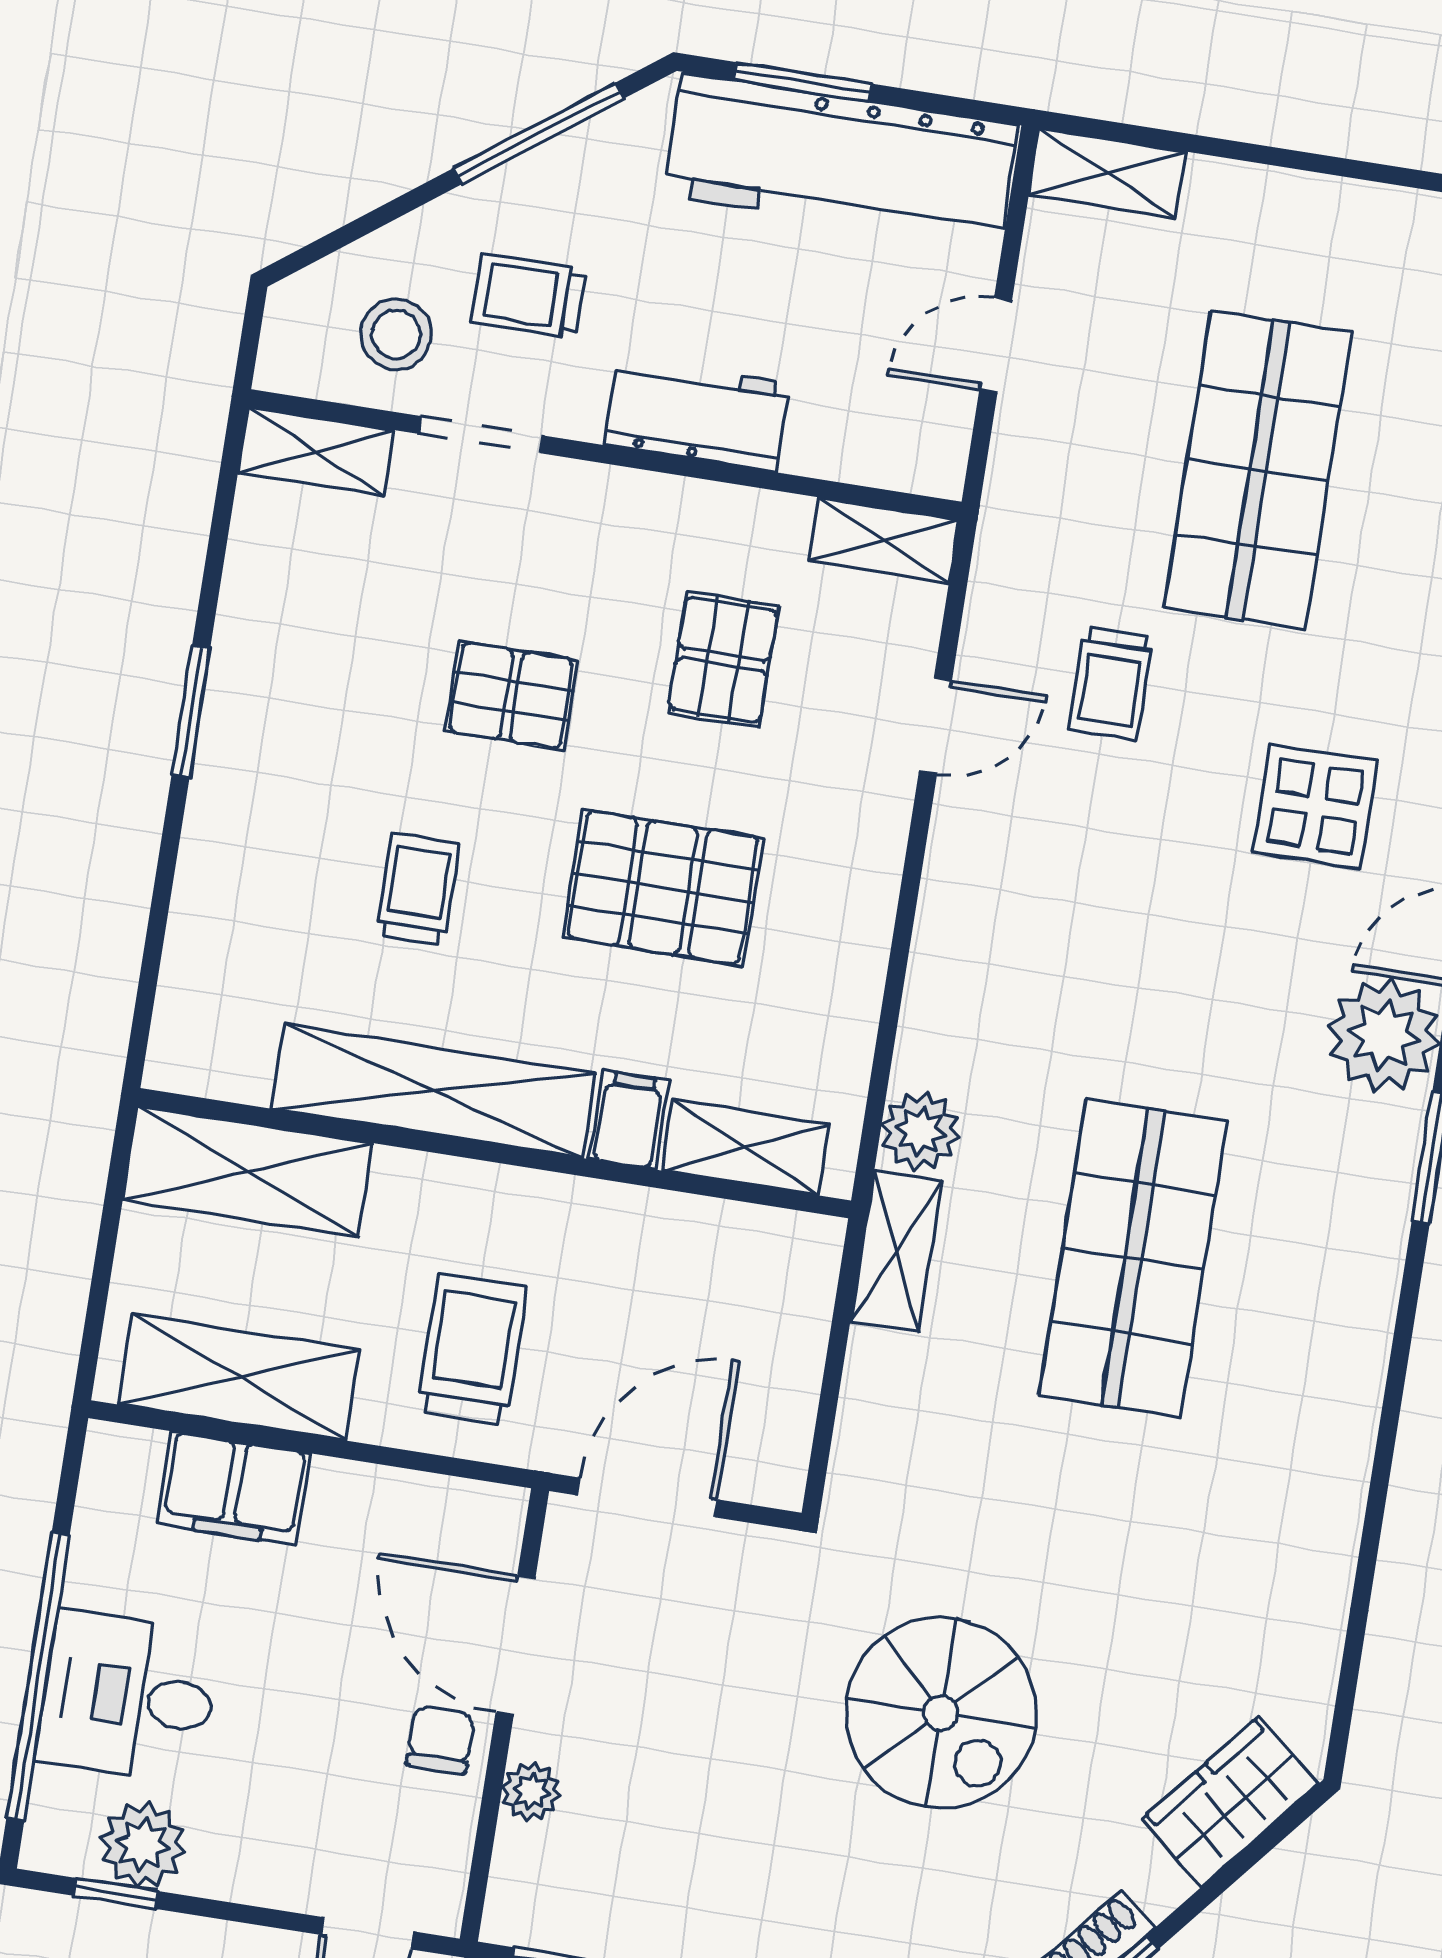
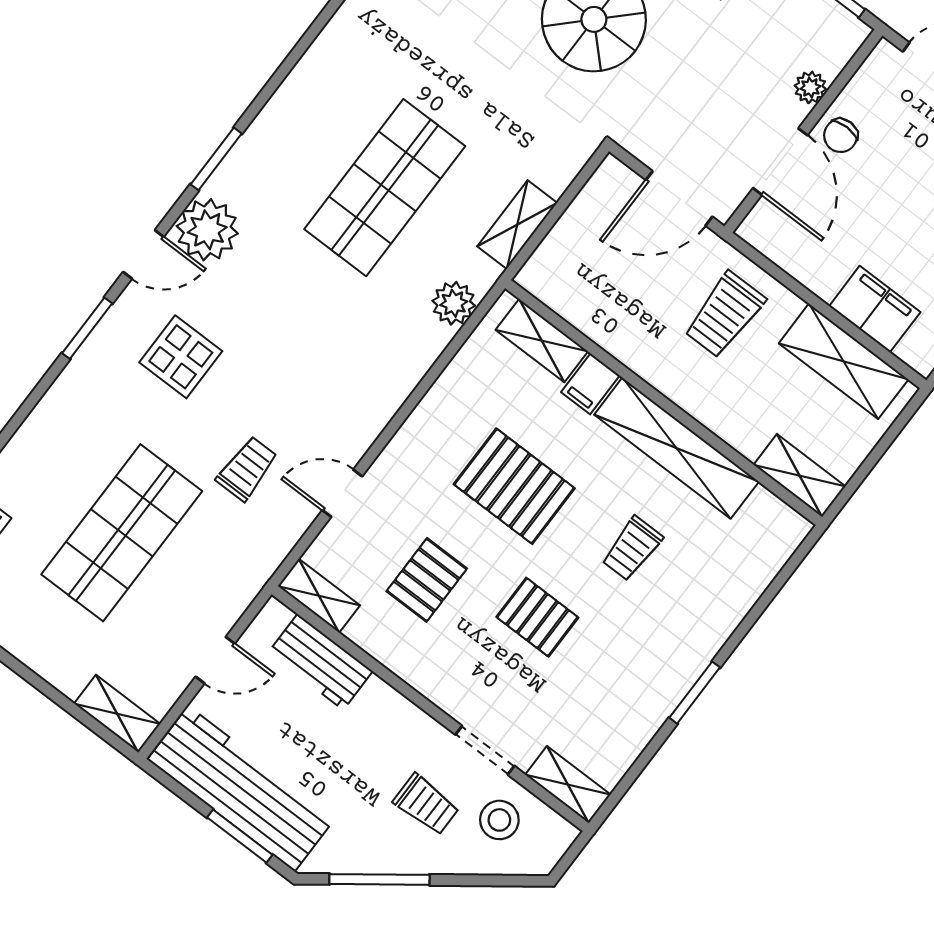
workbench: (697, 414) -> (320, 662), moved
shelving: (248, 1172) -> (799, 476), width x0.67, depth x0.75
shelving: (896, 1251) -> (517, 225), moved

